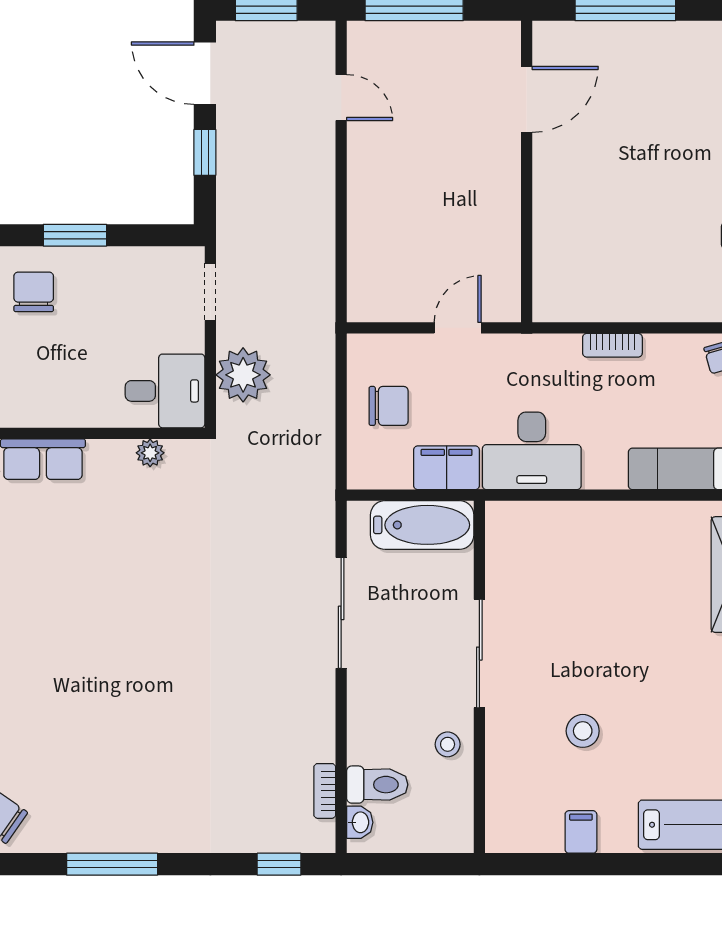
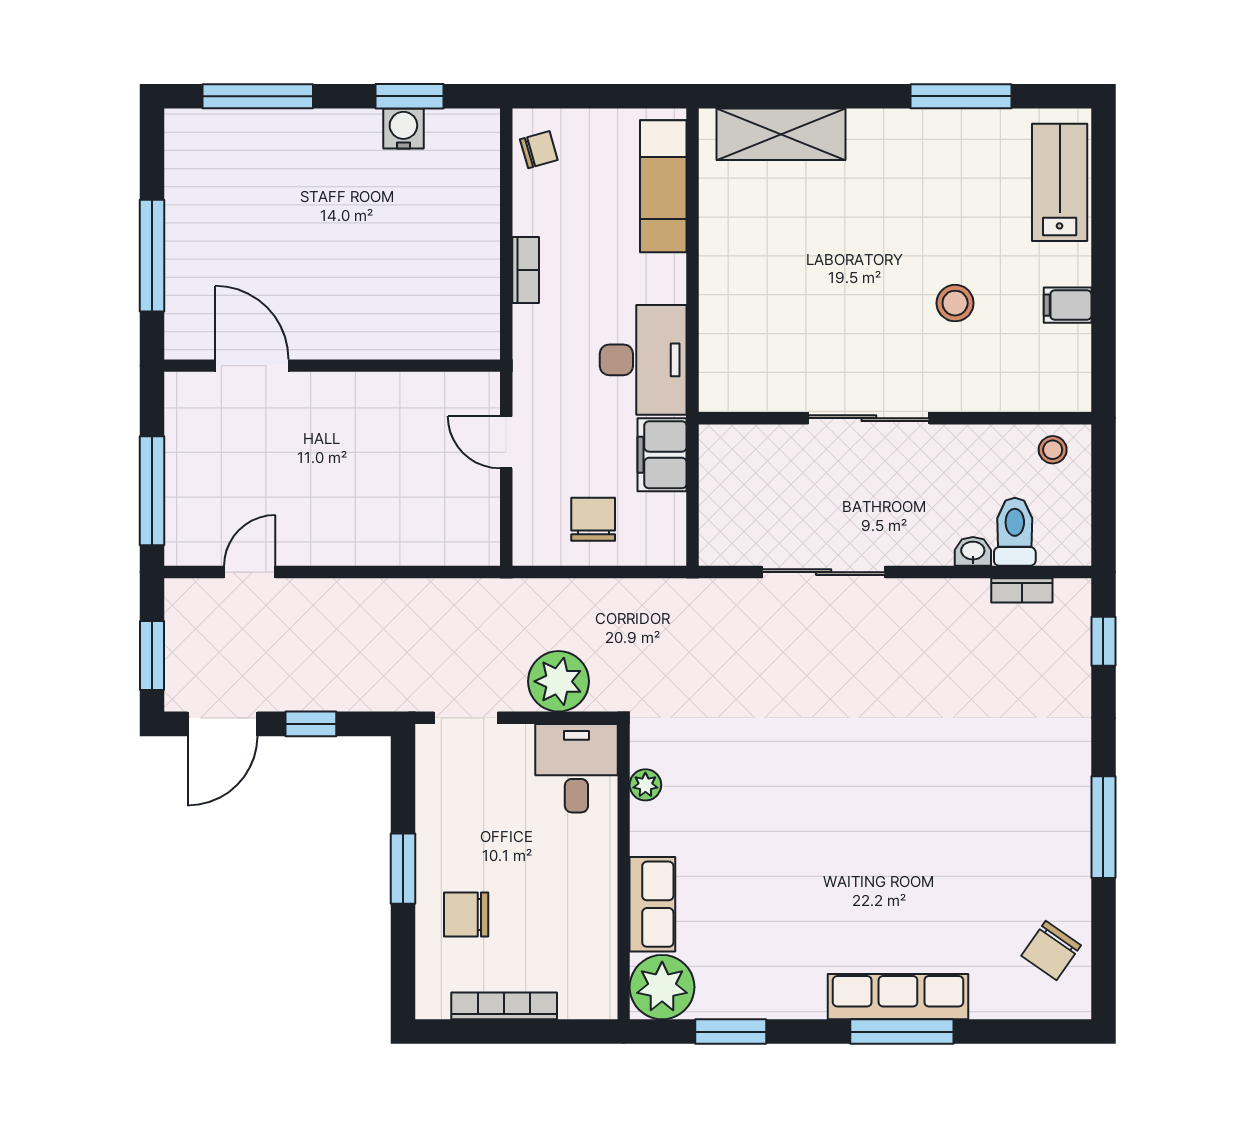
bathtub: (422, 525) -> (726, 482), removed
stool: (448, 744) -> (1053, 450), moved
washbasin: (360, 822) -> (973, 551), moved

